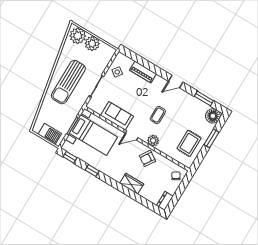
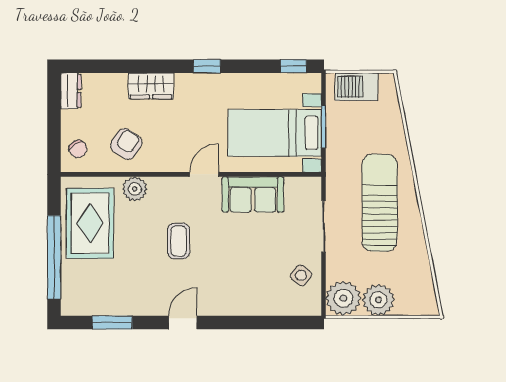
plant: (78, 36) -> (343, 298), moved
piano: (143, 72) -> (254, 304), removed
floor lamp: (213, 116) -> (76, 300), removed
window: (211, 138) -> (54, 257), width x2.11
plant: (153, 141) -> (135, 189), moved
rug: (189, 143) -> (90, 223), width x1.36, depth x1.43
armchair: (147, 158) -> (126, 144), moved
window: (92, 171) -> (207, 66), moved

